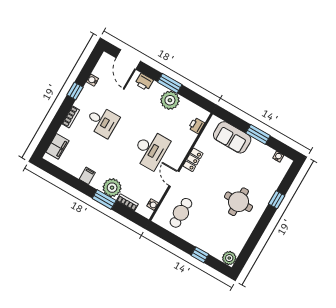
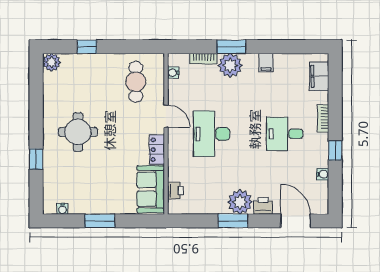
plant: (170, 100) -> (240, 202), moved
sofa: (232, 137) -> (151, 189), moved, turned -90

